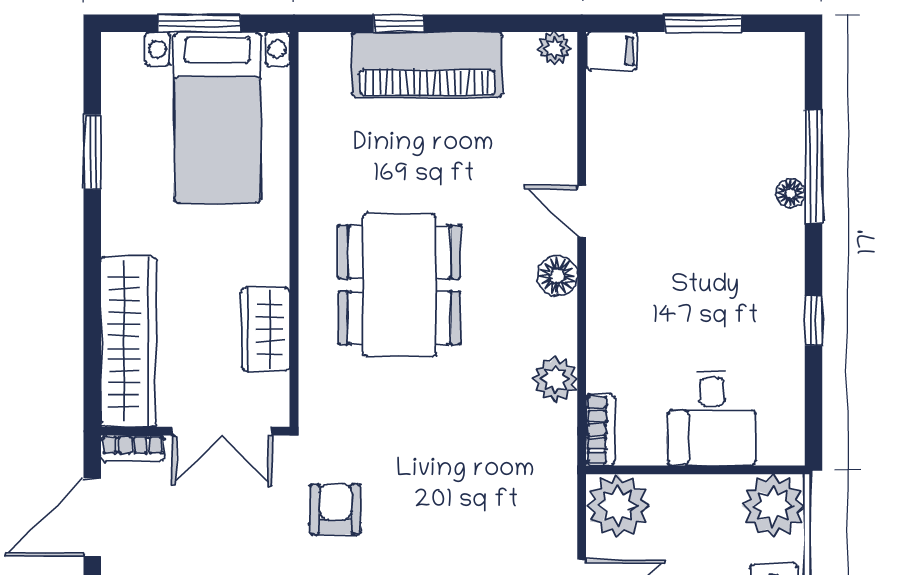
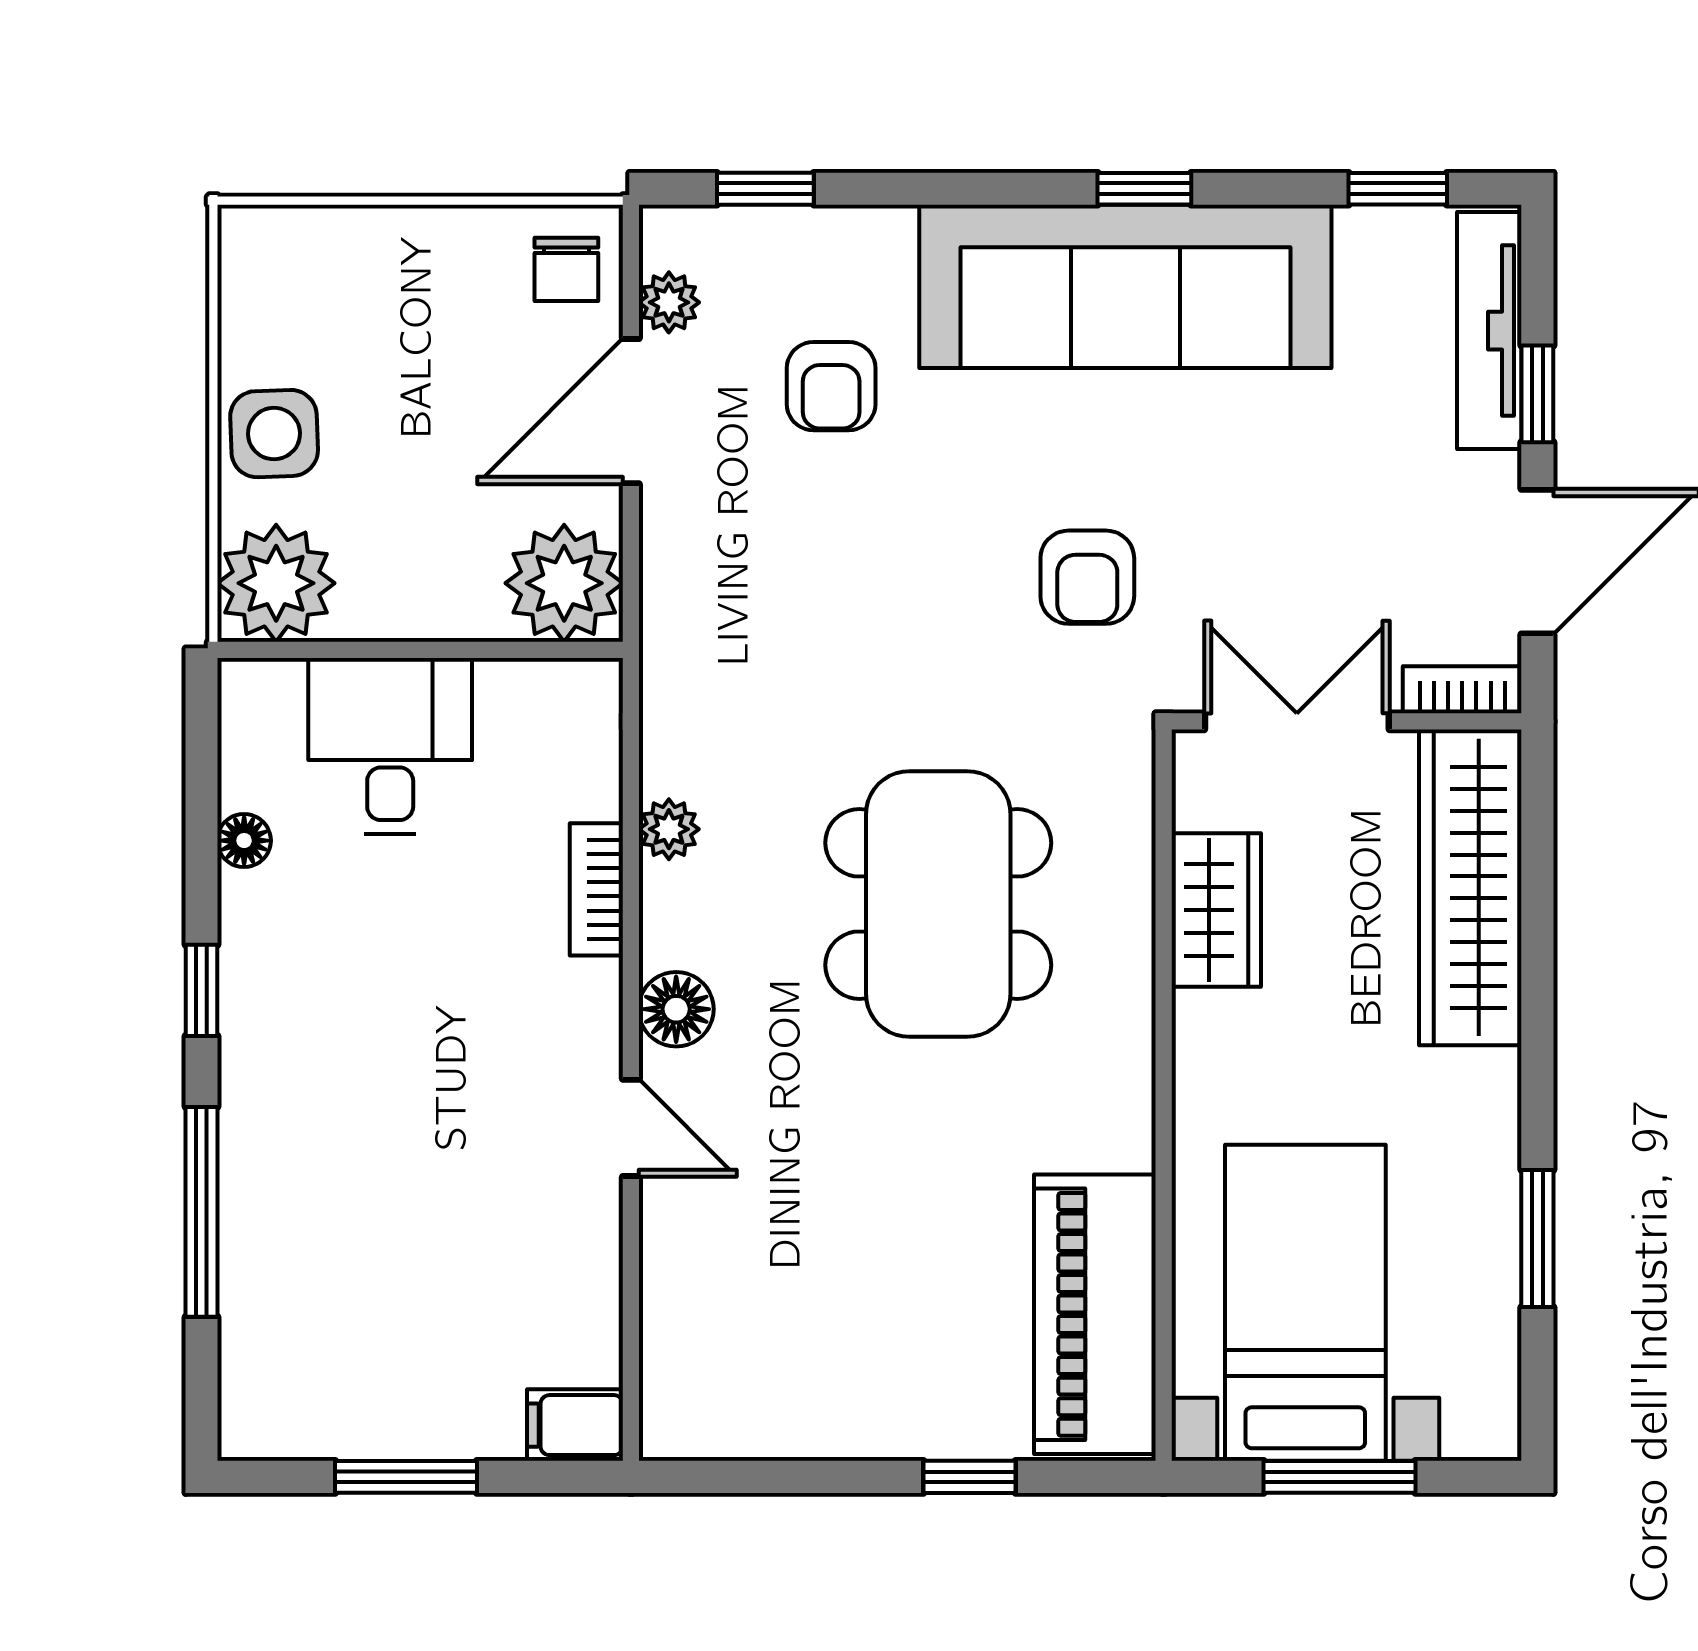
plant: (555, 48) -> (681, 1431), removed
piano: (427, 65) -> (1095, 1314), moved, turned -90
floor lamp: (791, 193) -> (244, 841), moved
dining table: (399, 285) -> (938, 904), moved
window: (814, 321) -> (201, 990), moved
plant: (555, 379) -> (669, 829), width x0.73, depth x0.73
bookcase: (600, 430) -> (596, 889), moved

